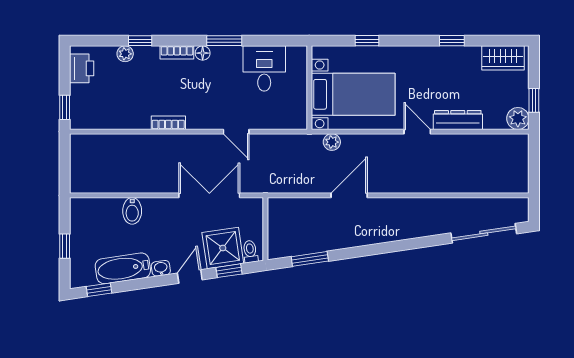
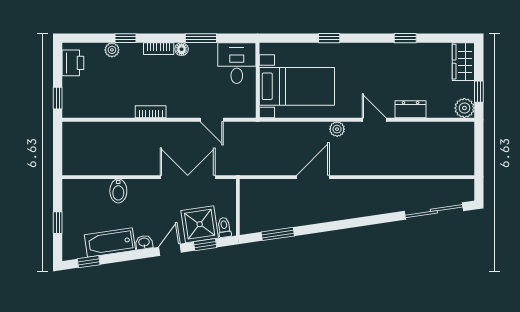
wardrobe: (503, 58) -> (463, 62), moved, turned 90
wall: (309, 88) -> (258, 80), moved
bed with nightstands: (353, 94) -> (297, 86), moved
dresser: (458, 120) -> (411, 109), width x0.70
plant: (332, 142) -> (337, 129), moved

